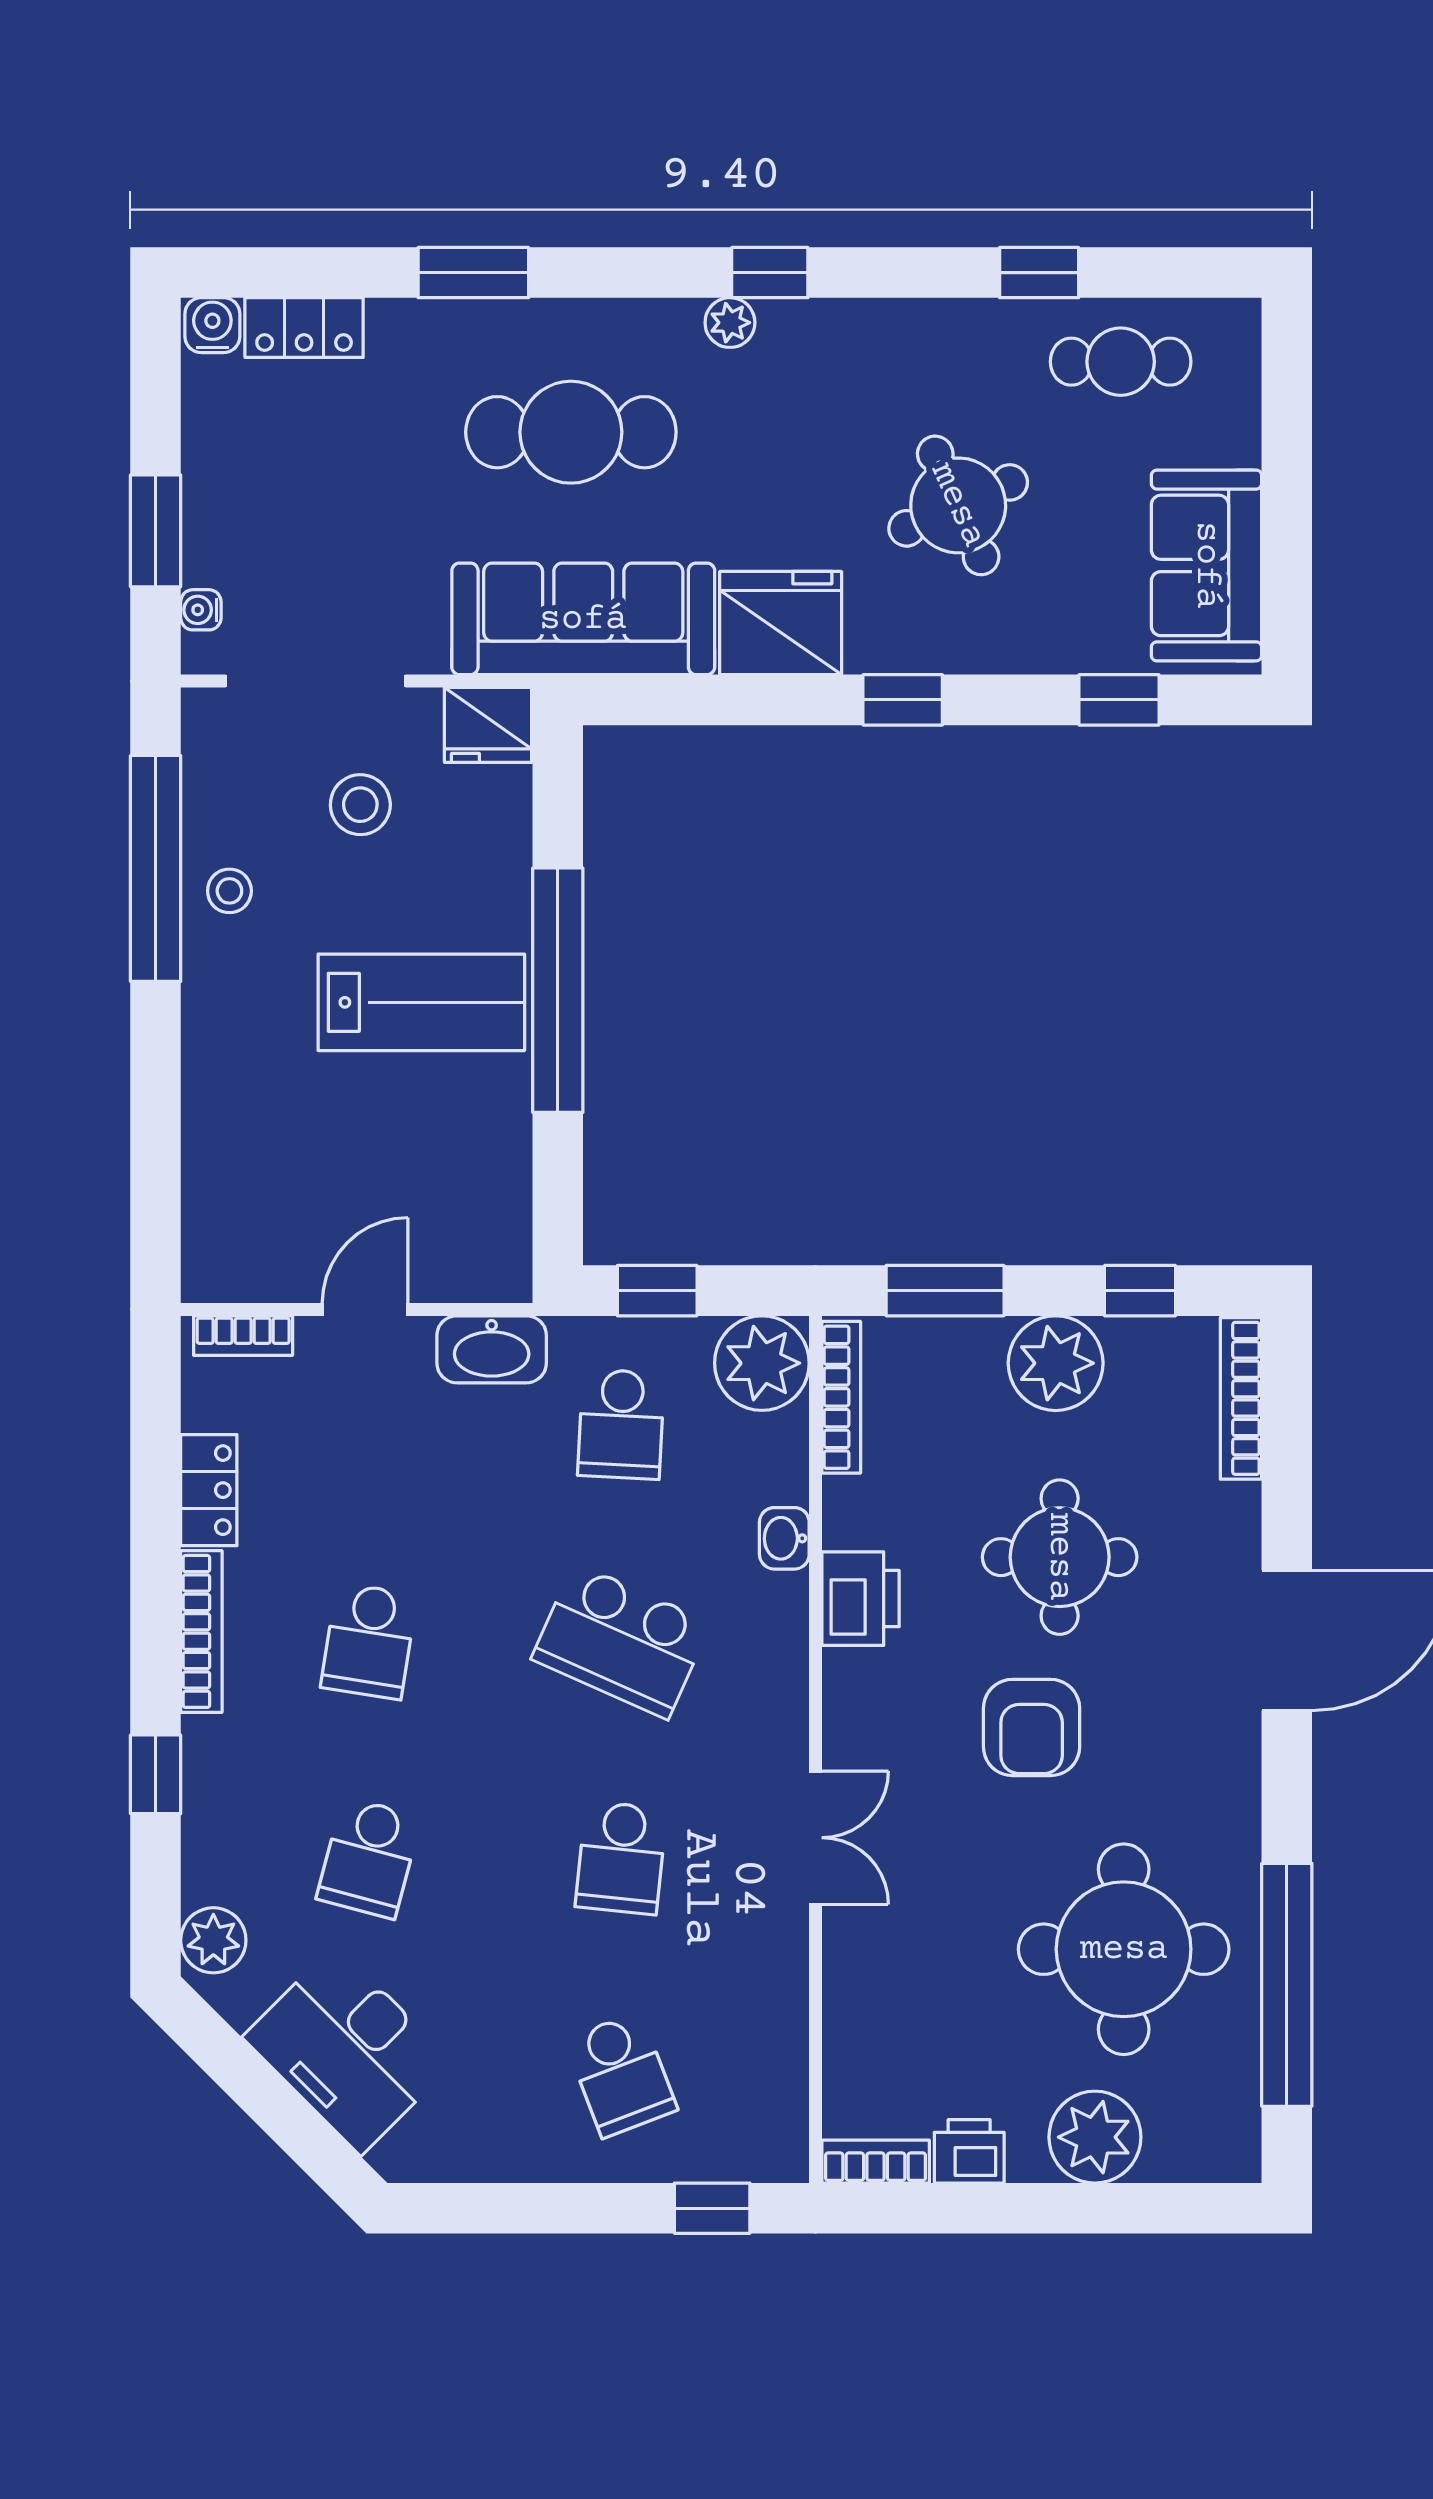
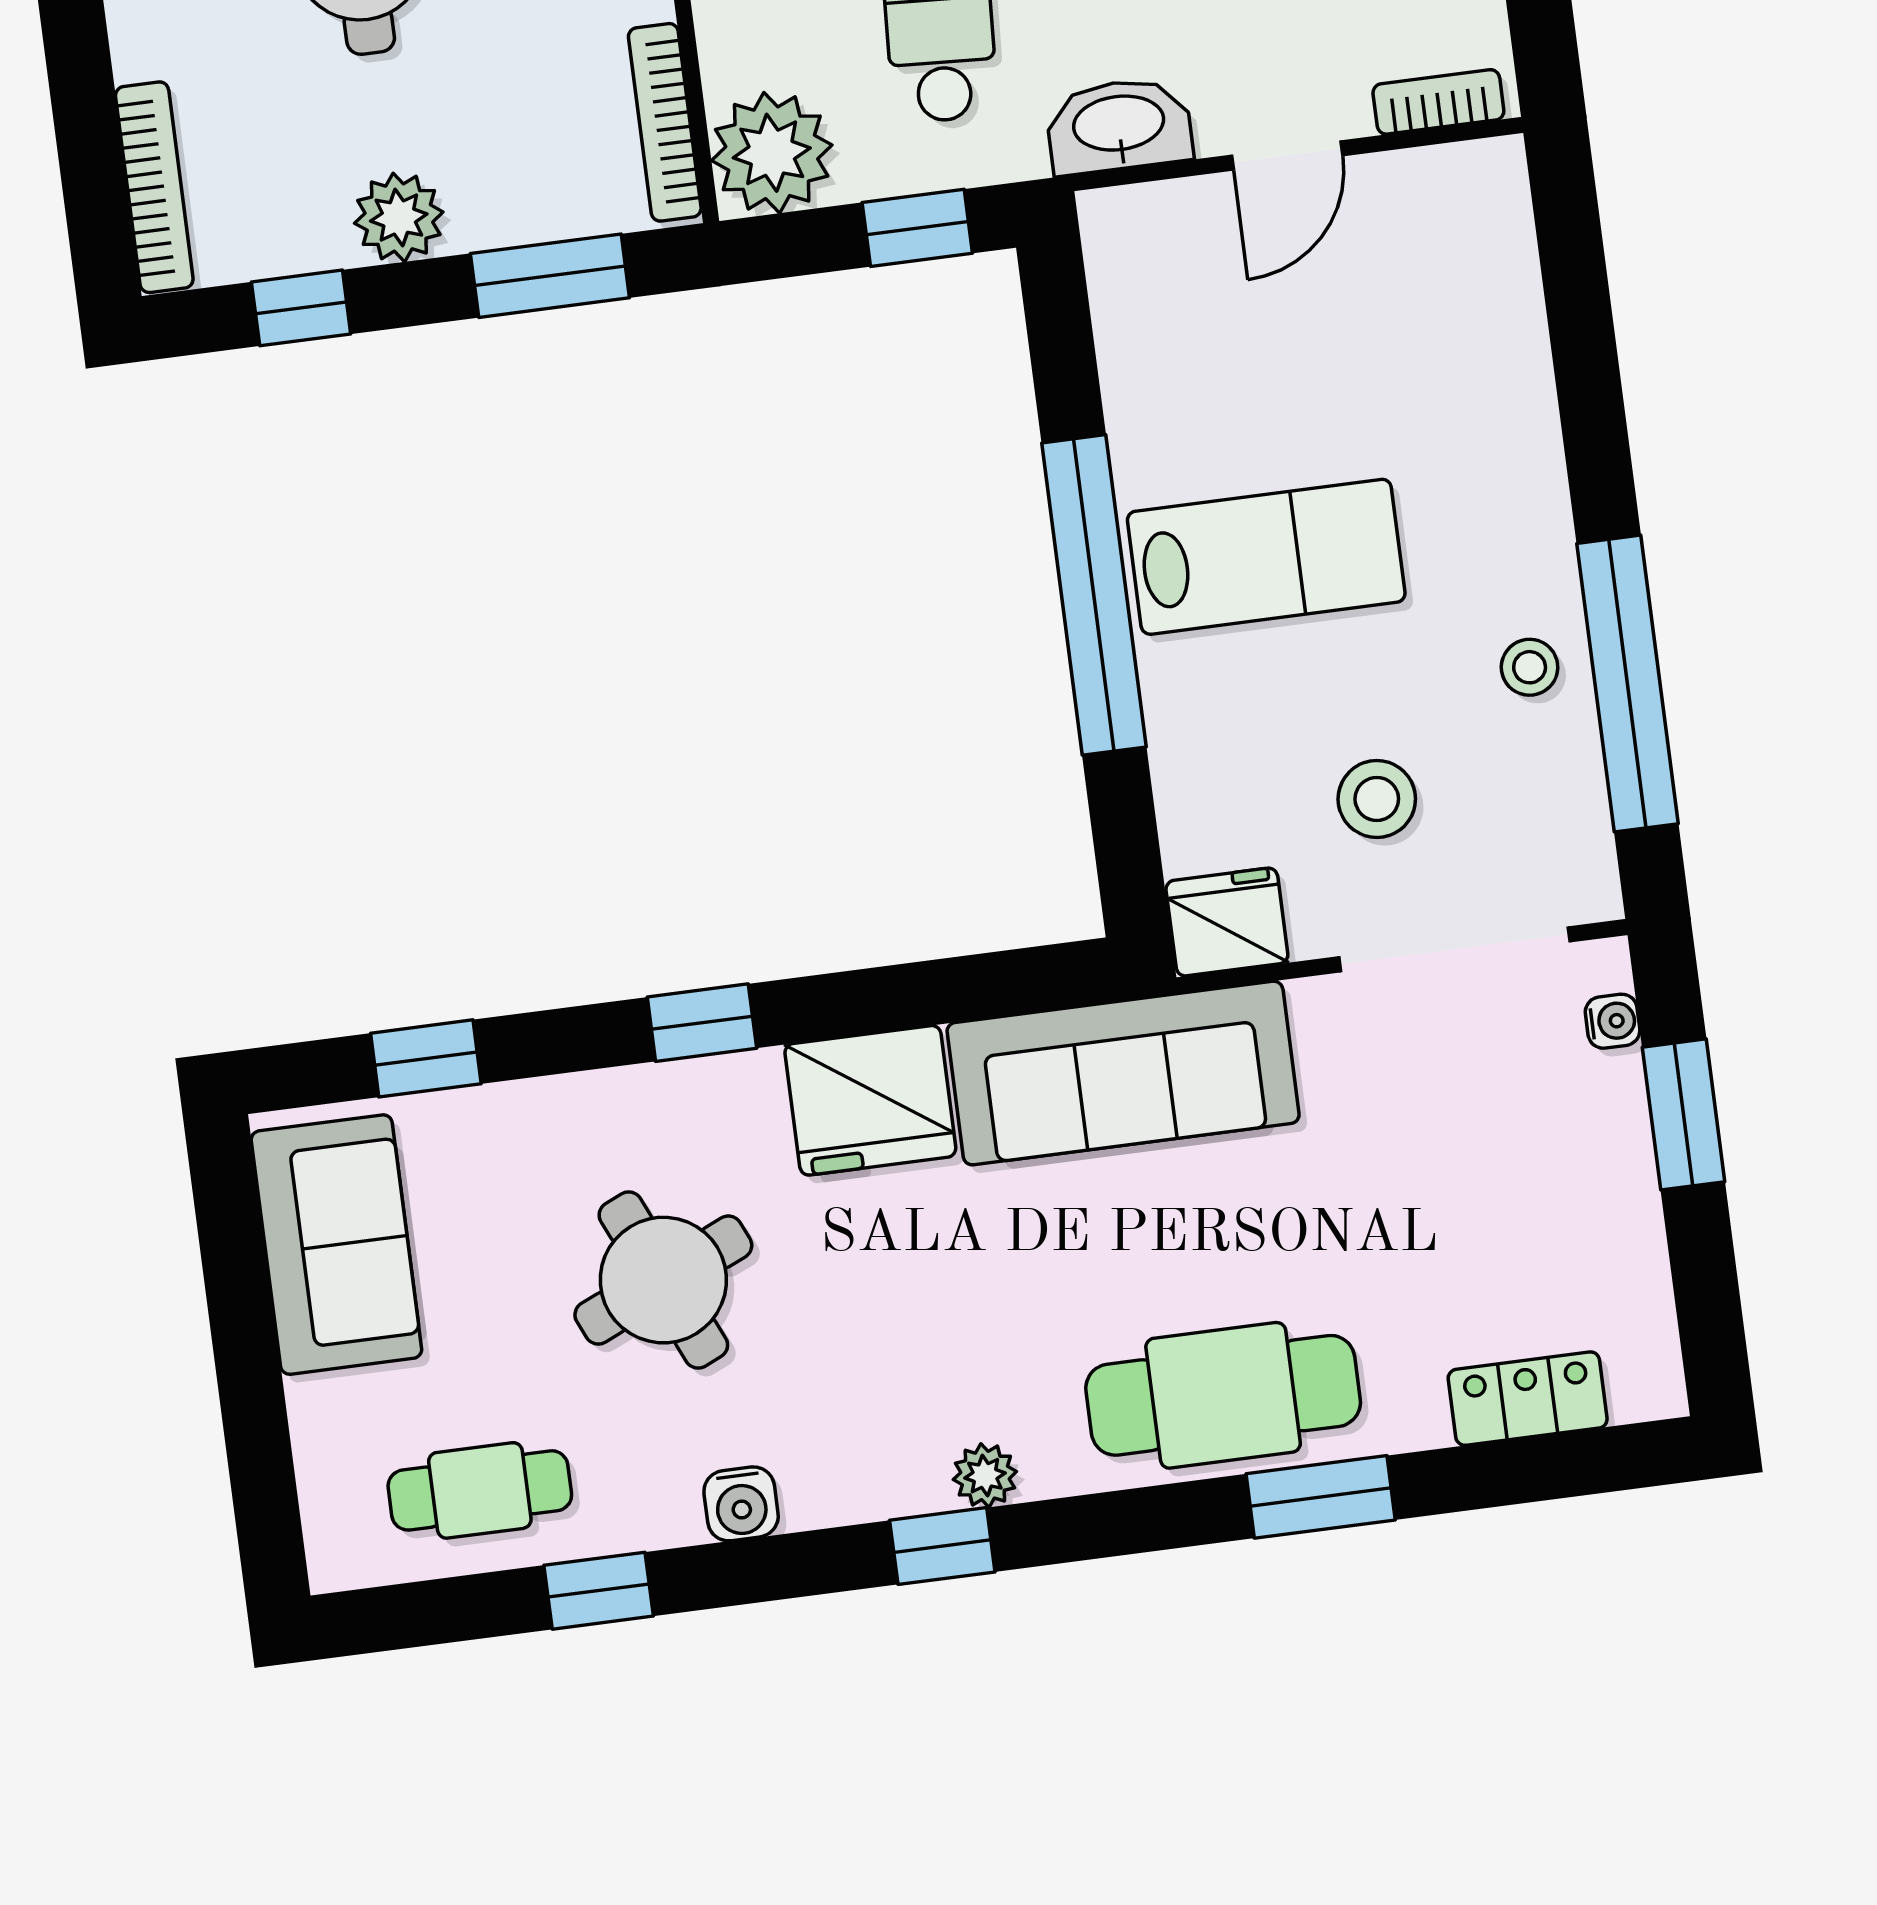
water cooler: (212, 325) -> (741, 1504), moved
cafe table: (571, 432) -> (1223, 1395), moved
lab bench: (421, 1002) -> (1266, 557), turned 180
plant: (1056, 1363) -> (399, 218), width x0.73, depth x0.73

